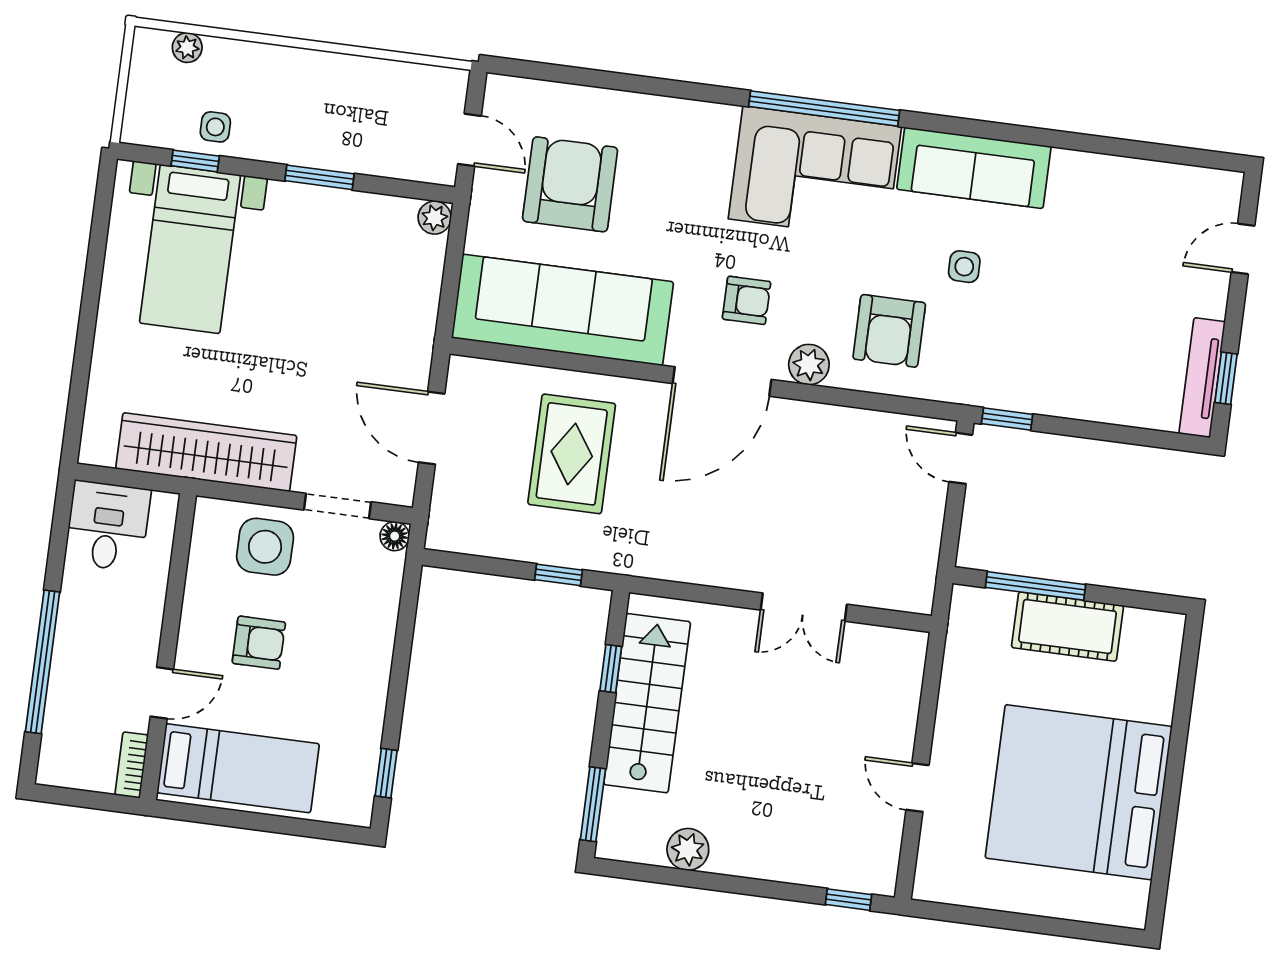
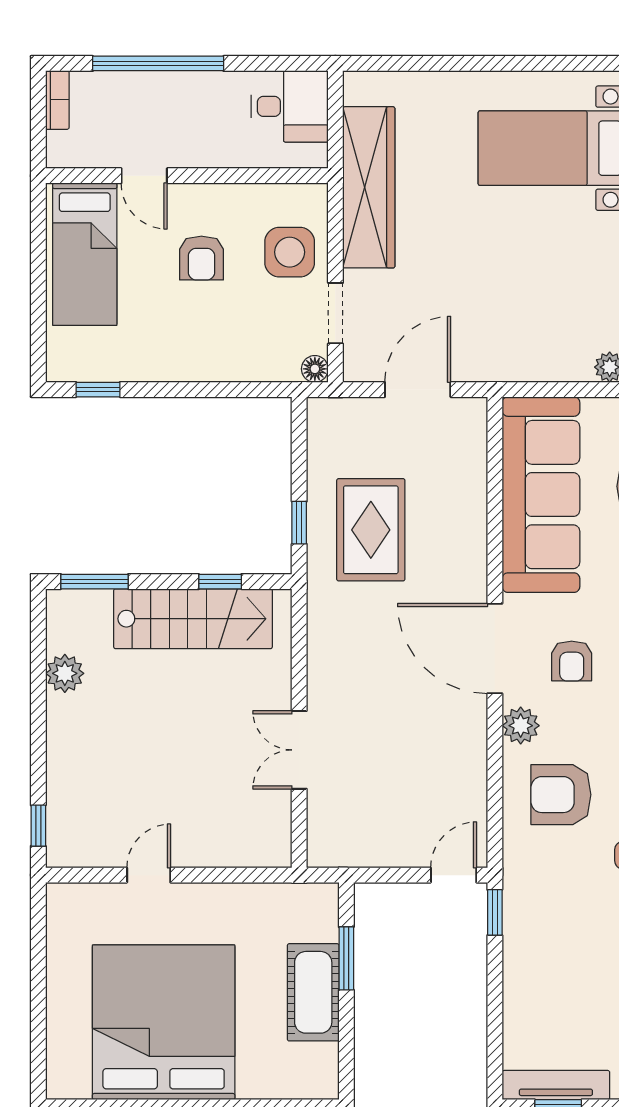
rug: (572, 454) -> (371, 530), moved, turned 90
window: (1035, 586) -> (346, 958), width x0.69
bookcase: (132, 765) -> (57, 100), moved, turned 90

